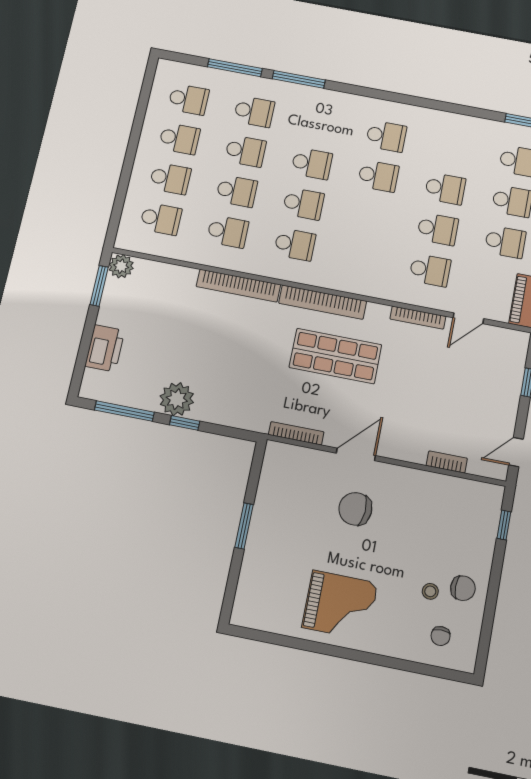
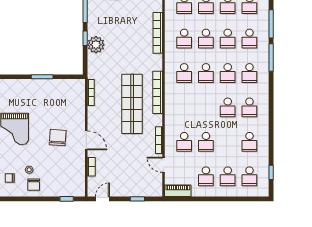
school desk: (320, 124) -> (249, 73), added
school desk: (445, 189) -> (249, 142), moved
bookcase: (238, 286) -> (158, 33), moved
shop shelf: (335, 356) -> (132, 104), width x1.40
plant: (177, 399) -> (96, 45), moved
door: (516, 452) -> (102, 199), hinge flipped
door: (356, 454) -> (86, 140), moved
chair: (355, 509) -> (58, 138), moved

